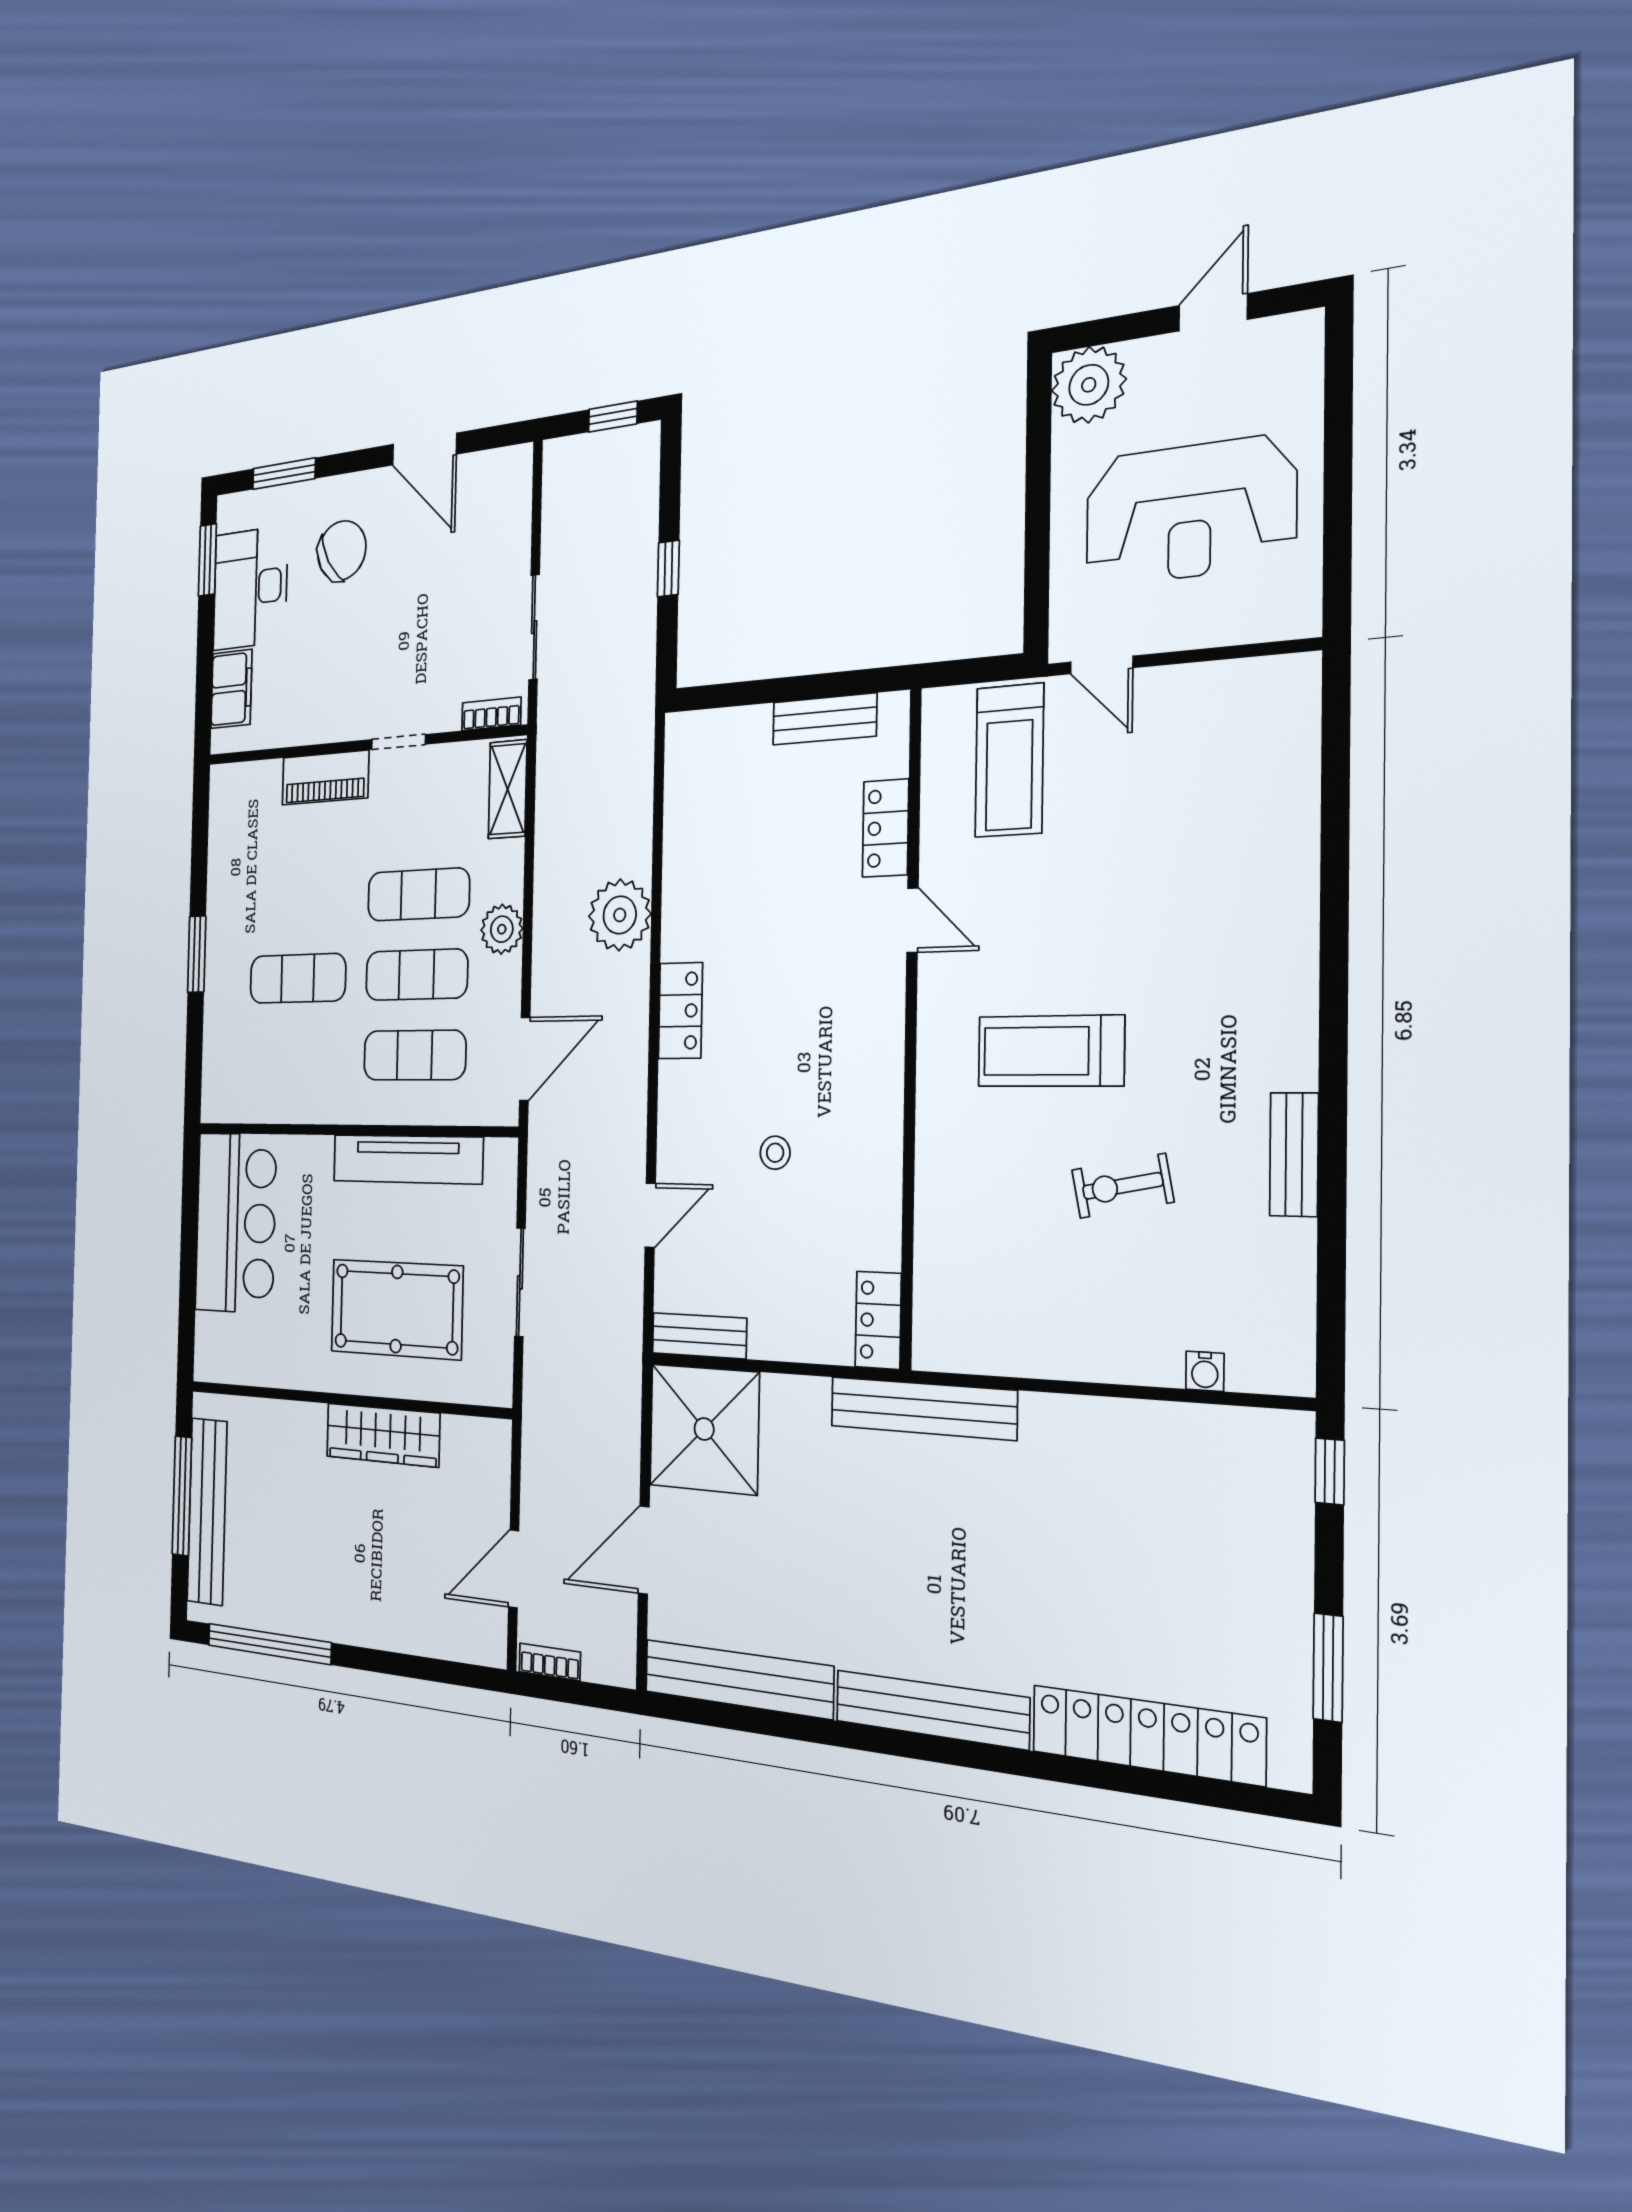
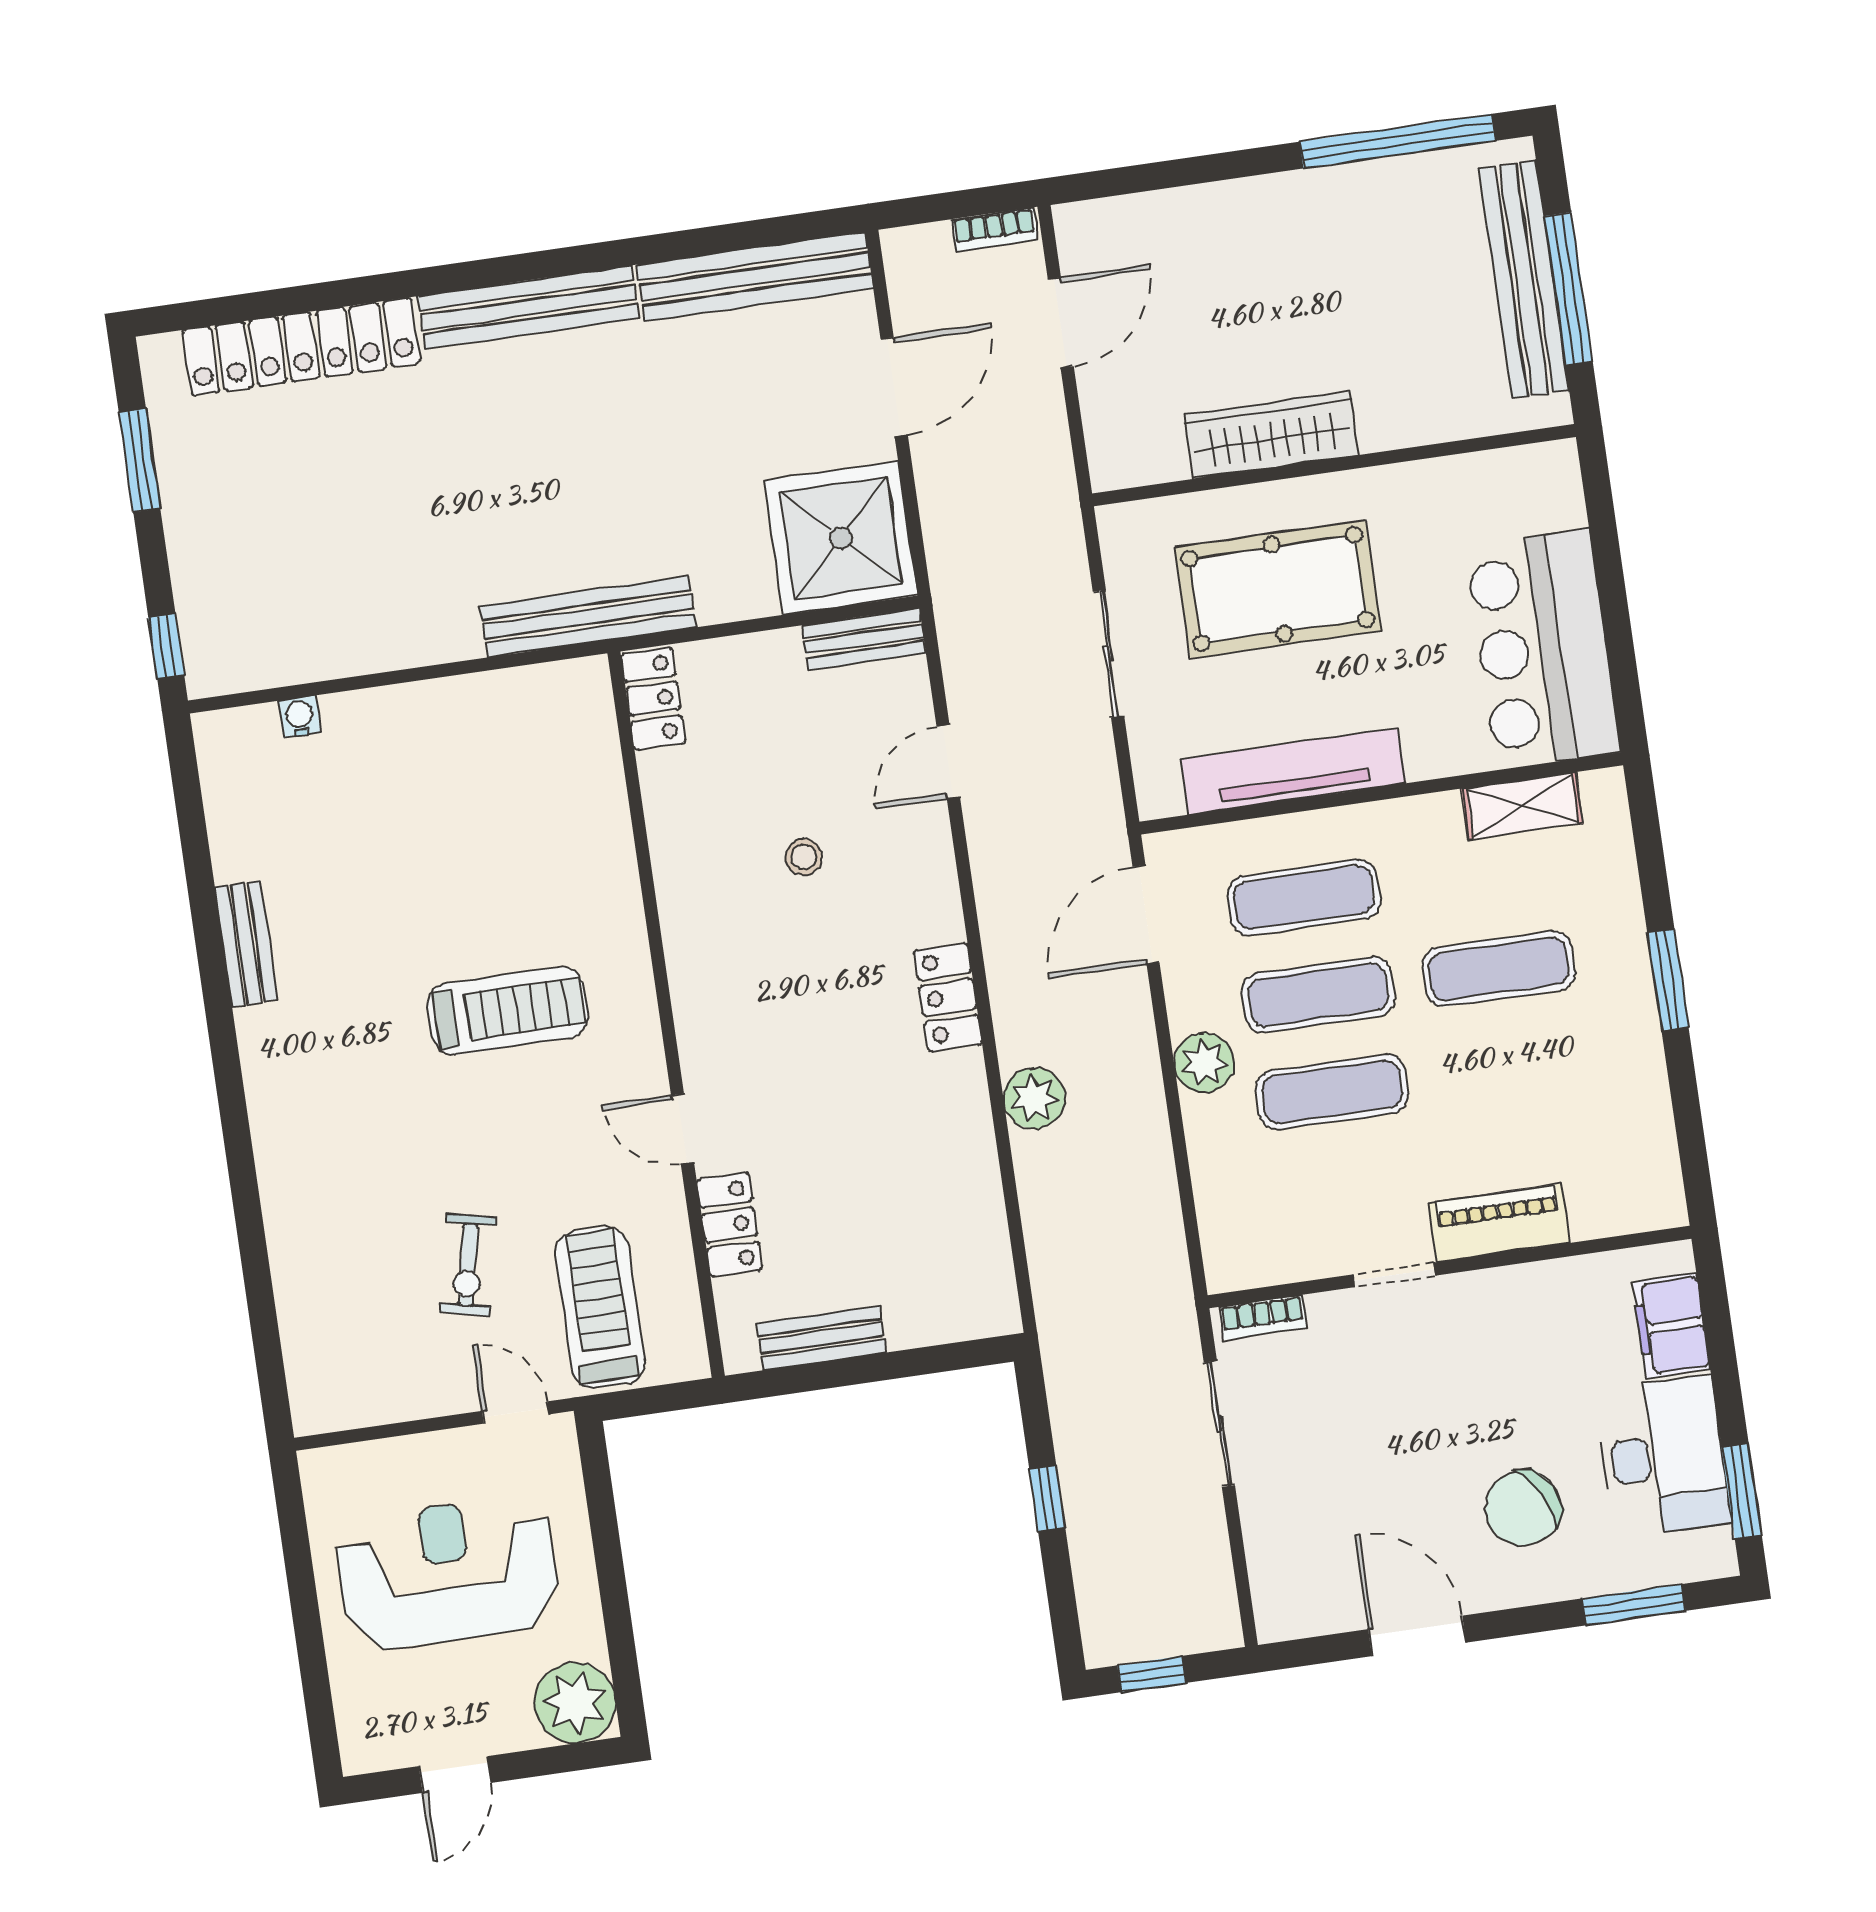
shelving: (508, 789) -> (1522, 806), moved, turned 90
plant: (620, 915) -> (1034, 1098), width x0.73, depth x0.73
exercise bike: (1123, 1186) -> (468, 1265), moved, turned 113

